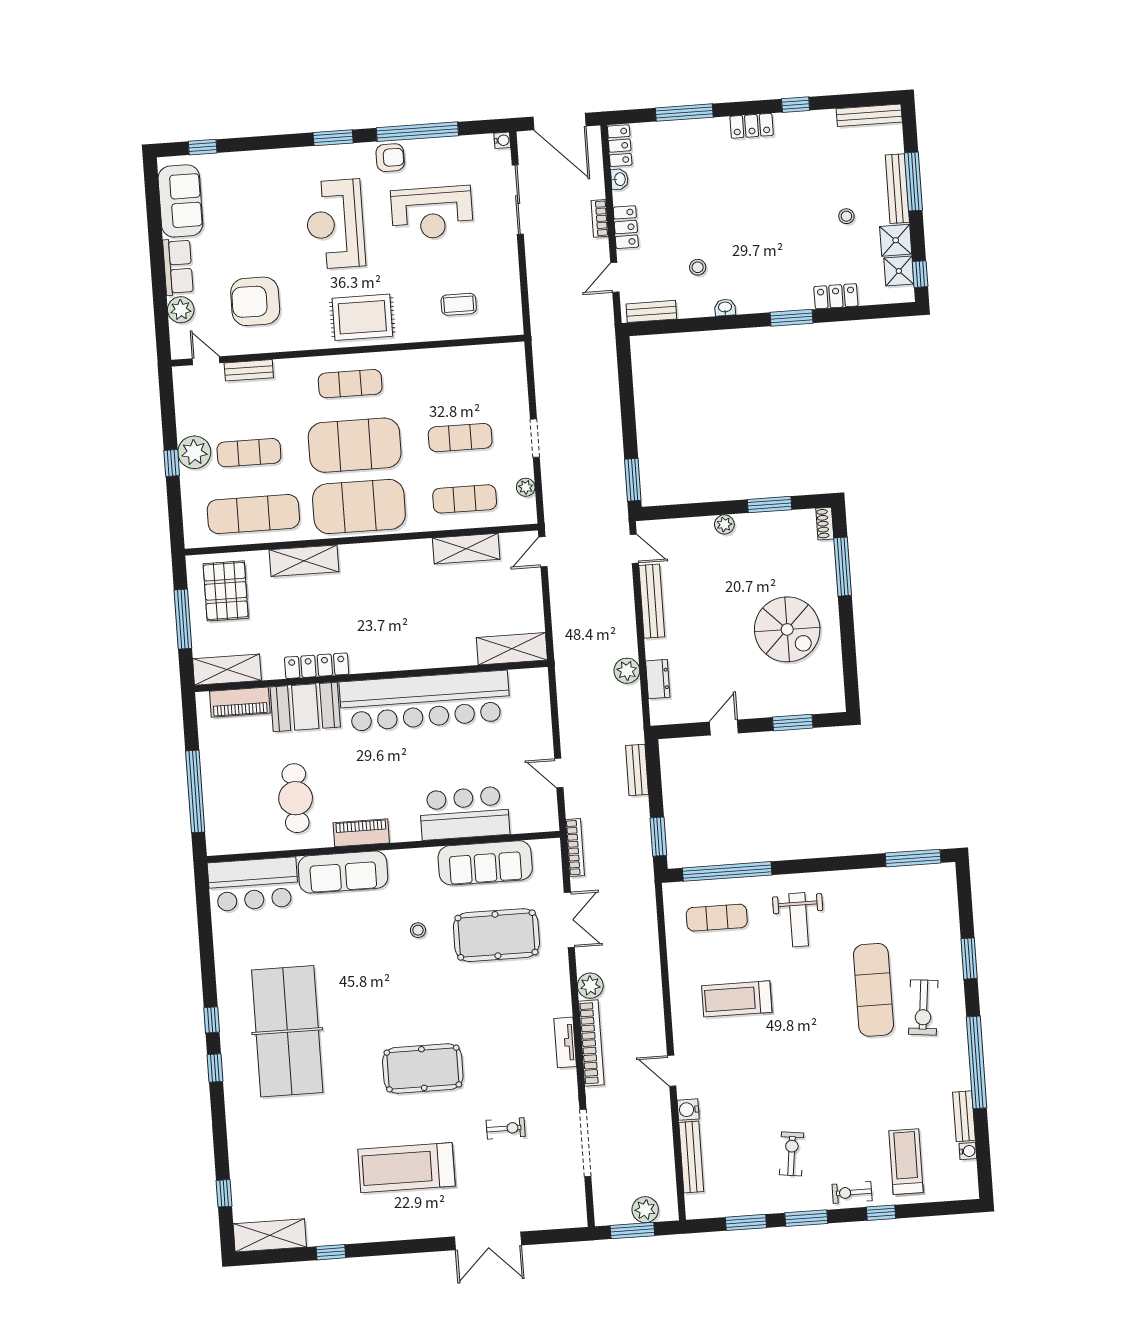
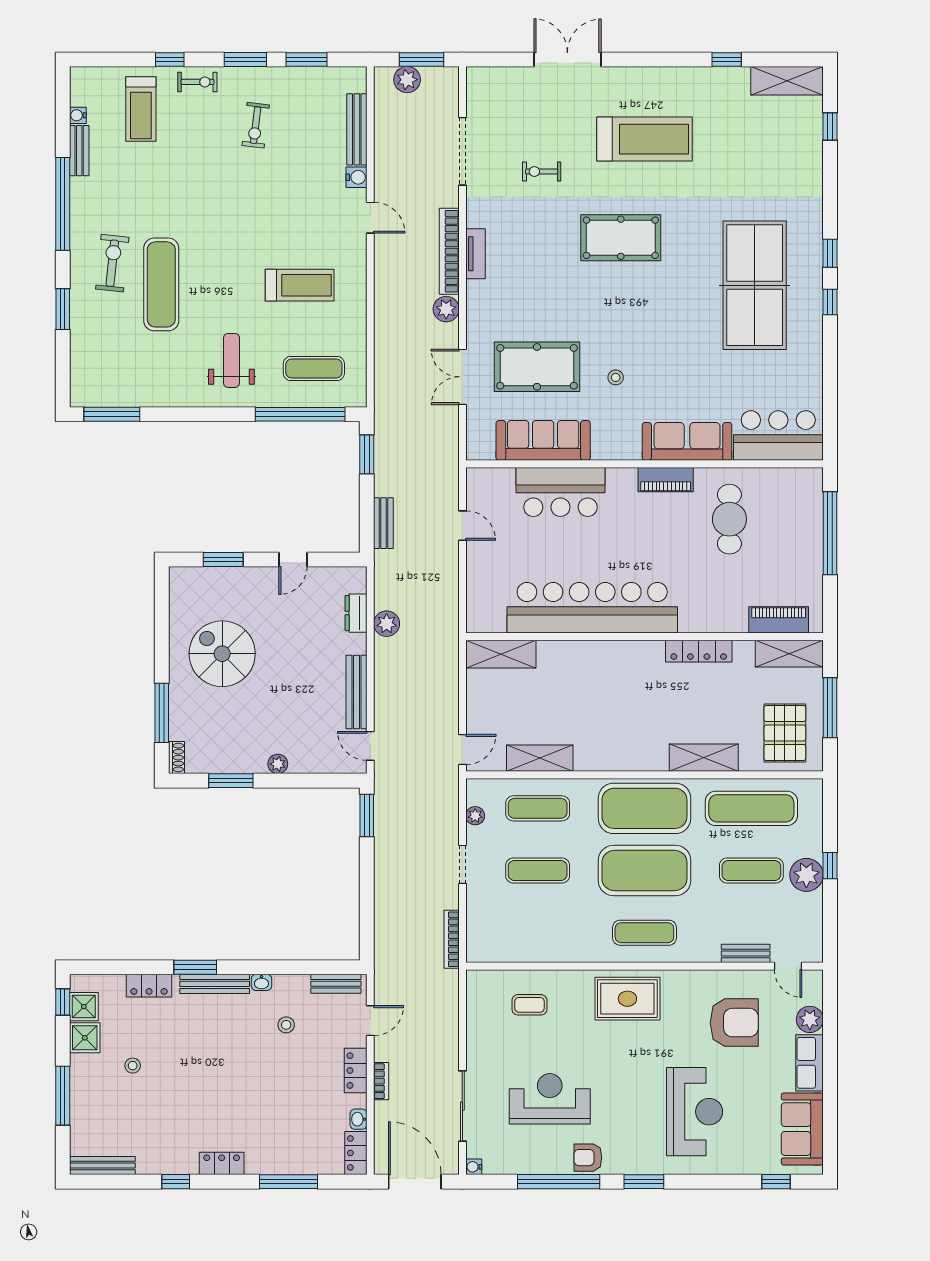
bench: (897, 189) -> (215, 984), moved, turned 90
reception desk: (335, 224) -> (695, 1112), moved
booth: (305, 707) -> (713, 610), removed
bookcase: (575, 847) -> (452, 939), moved

